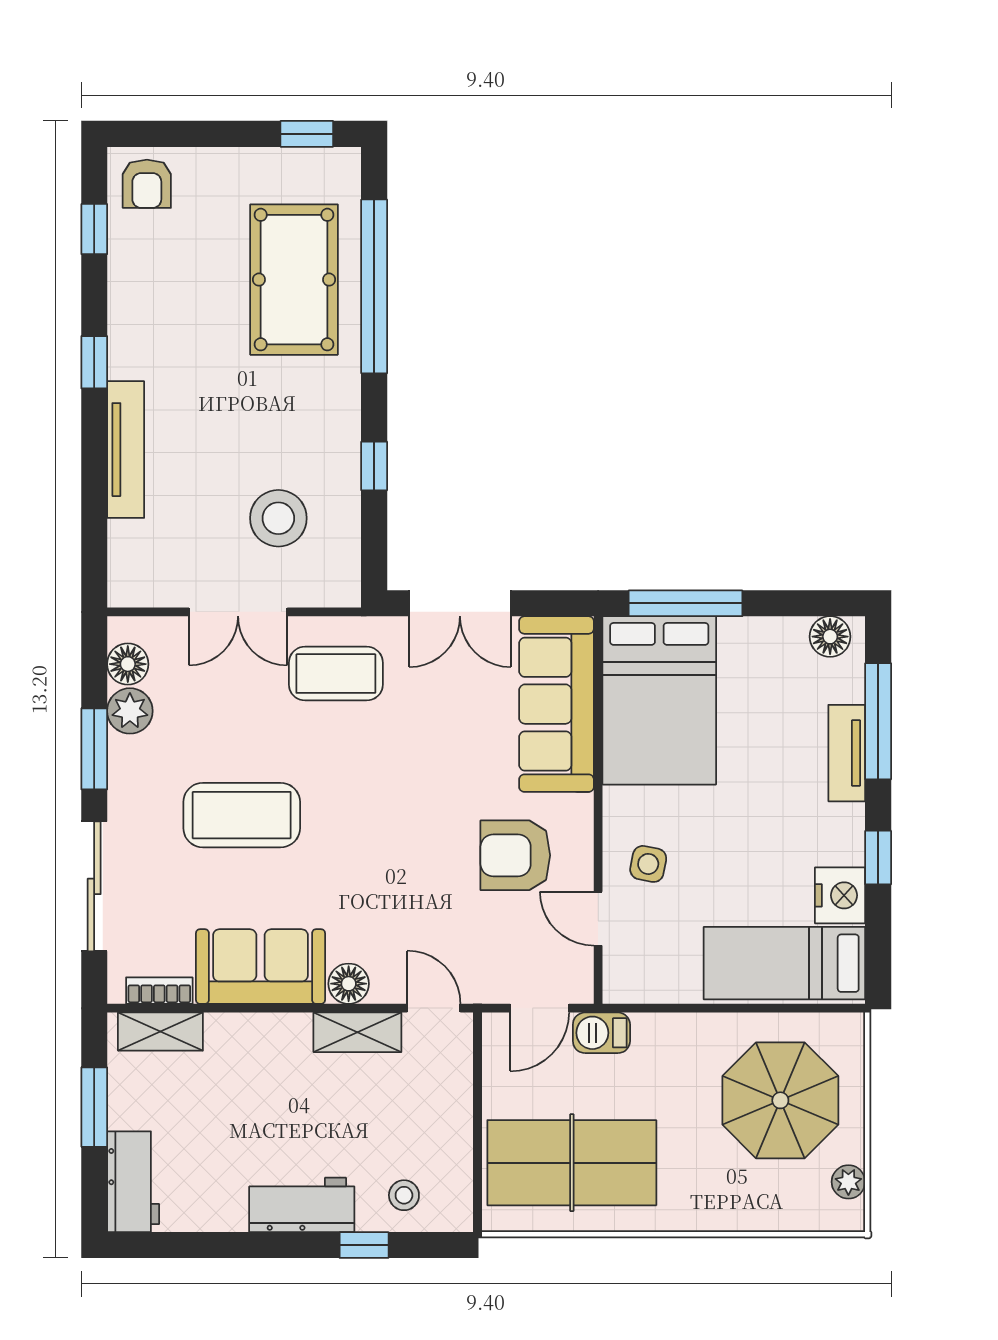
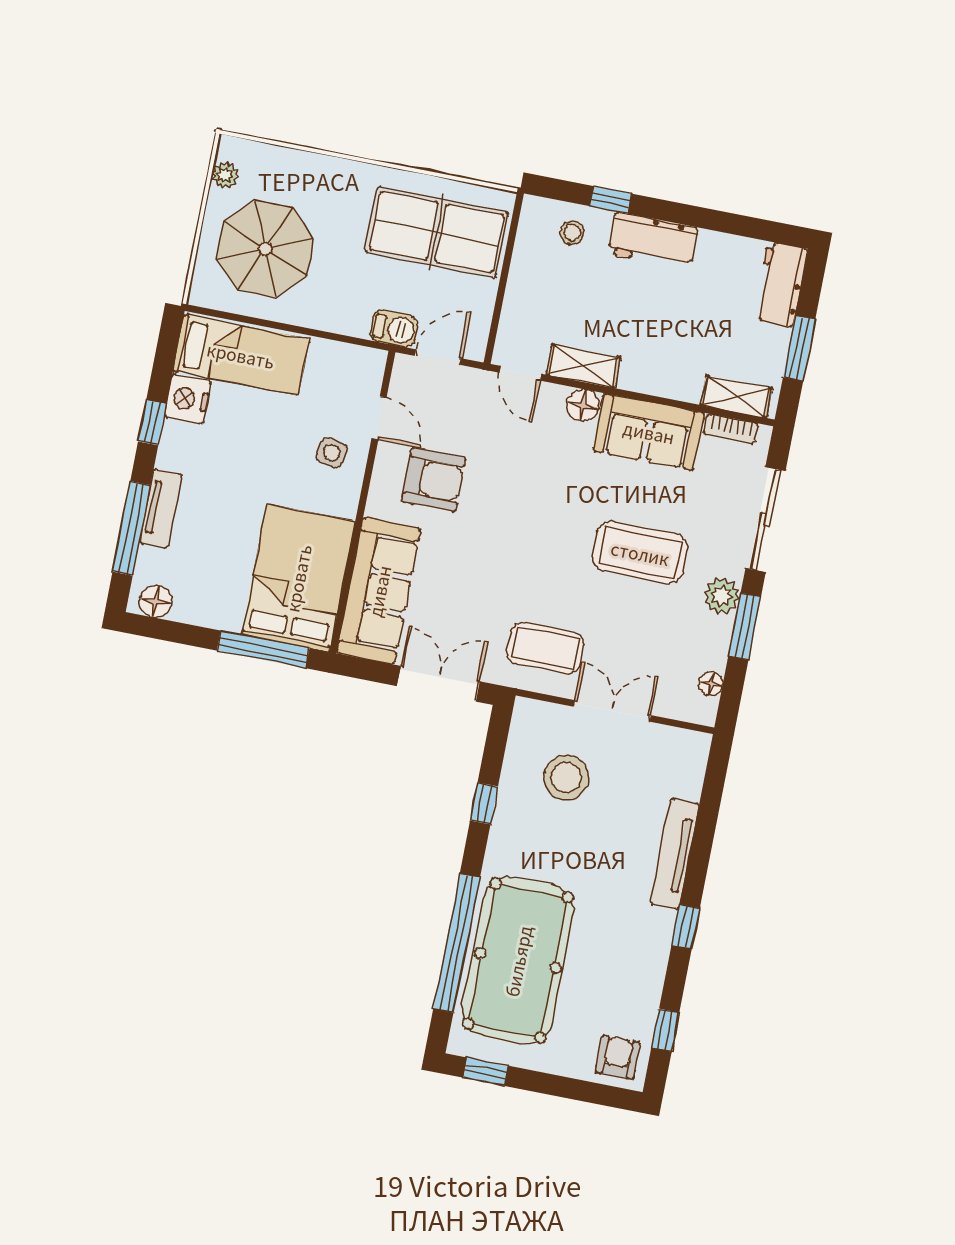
pool table: (294, 280) -> (518, 961), width x1.36, depth x1.32
floor lamp: (128, 664) -> (711, 684), width x0.73, depth x0.73
plant: (130, 711) -> (722, 596), moved

